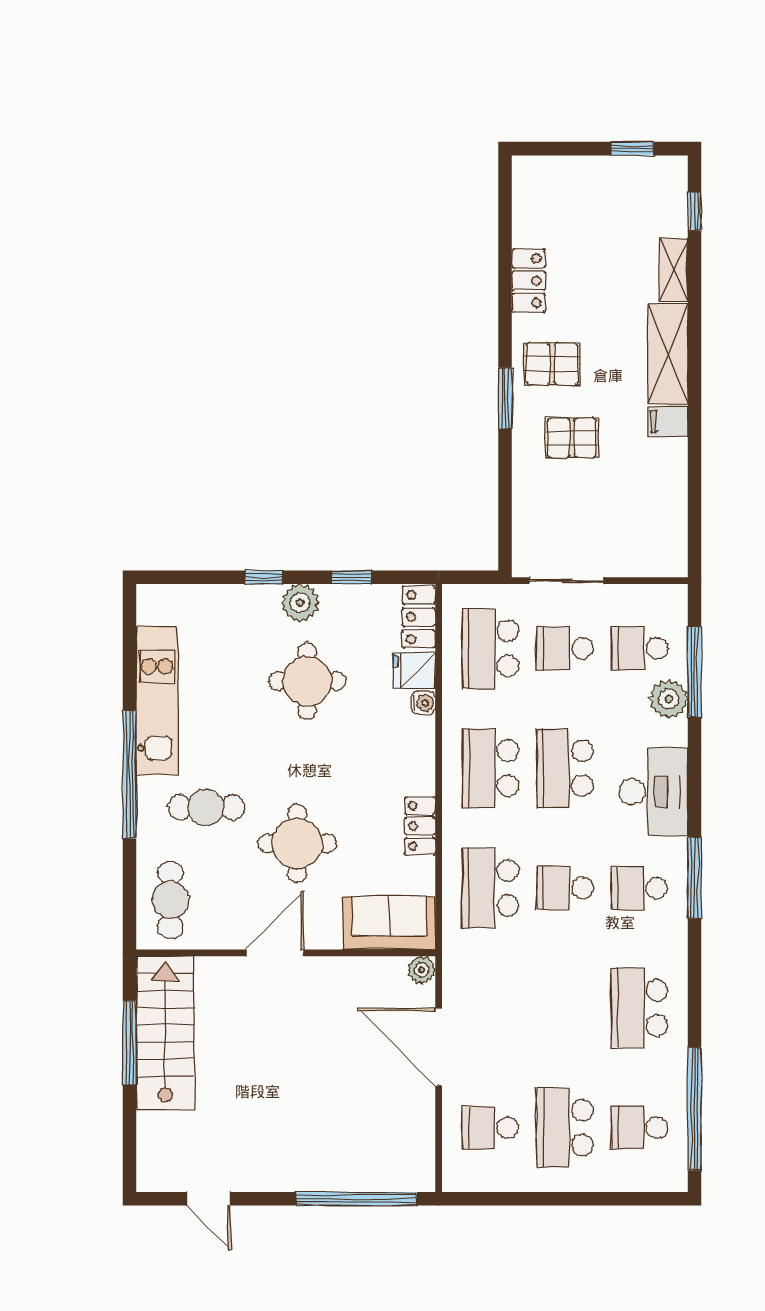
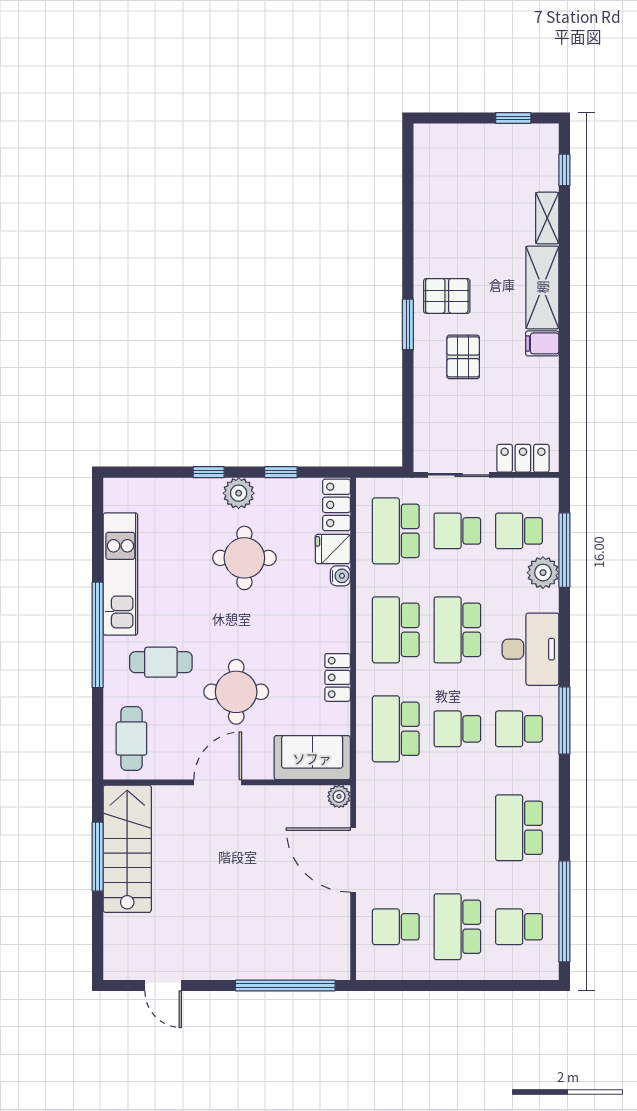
locker: (529, 281) -> (523, 458), moved, turned -90
pallet: (572, 438) -> (463, 357), turned 90

